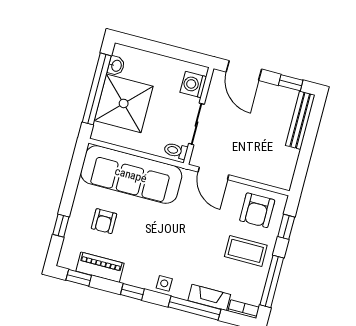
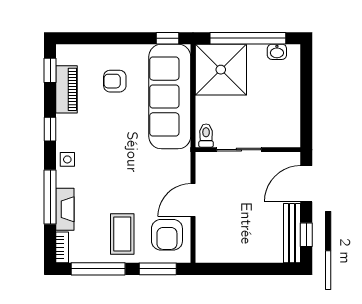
washing machine: (193, 84) -> (278, 136), removed
shower: (124, 103) -> (221, 70), moved
bench: (300, 120) -> (292, 233), moved, turned 90
door: (213, 173) -> (193, 200), moved
armchair: (257, 210) -> (167, 235), turned -90
window: (61, 226) -> (168, 38), moved
window: (286, 227) -> (158, 269), width x1.50

